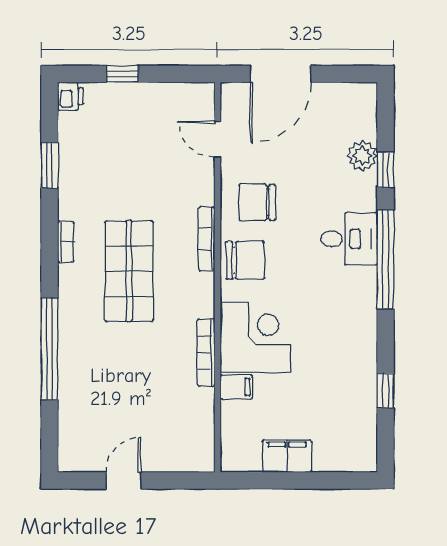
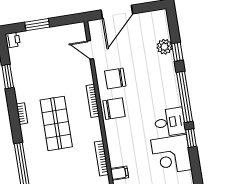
window: (122, 74) -> (37, 25), width x1.50
desk: (349, 239) -> (170, 122), moved
corner desk: (255, 337) -> (171, 155), moved, turned 180
window: (386, 391) -> (191, 138), moved

